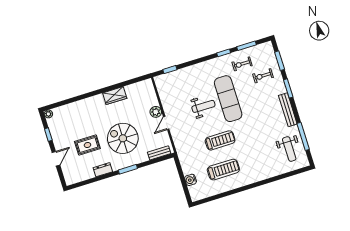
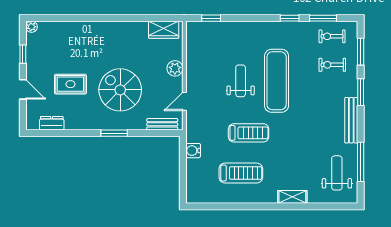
exercise bike: (242, 64) -> (332, 36), moved
wardrobe: (115, 96) -> (164, 30), moved
weight bench: (203, 106) -> (241, 81), turned -90
door: (166, 123) -> (184, 101), moved
weight bench: (289, 149) -> (337, 173), turned 180
door: (56, 159) -> (23, 89), hinge flipped
dresser: (103, 170) -> (52, 123), moved
shelving: (264, 175) -> (292, 197), added
water cooler: (191, 180) -> (193, 151), moved

